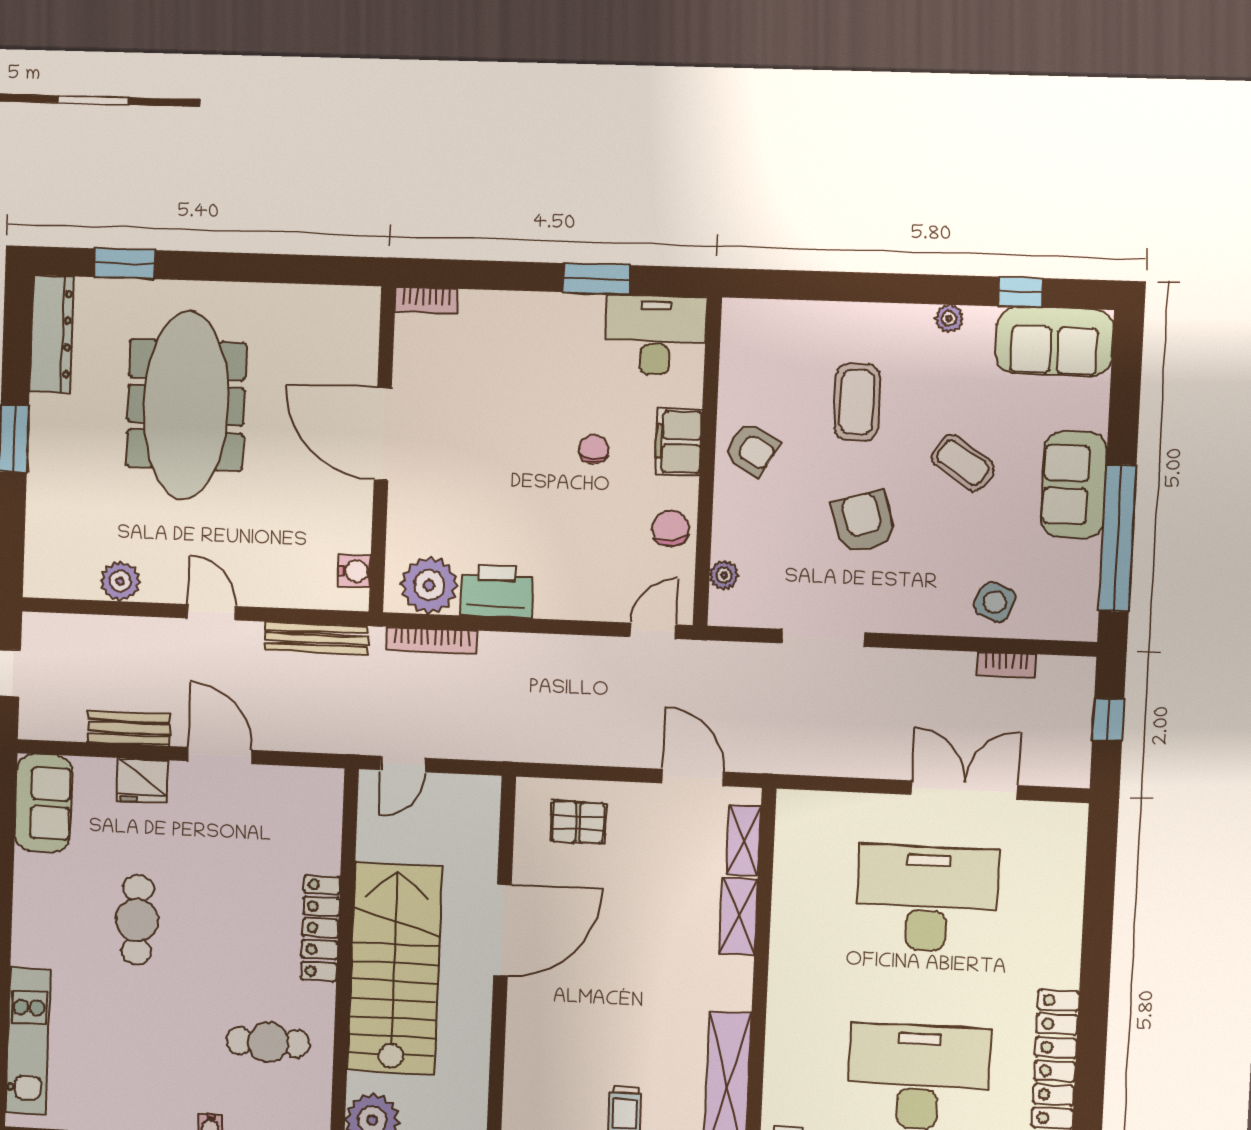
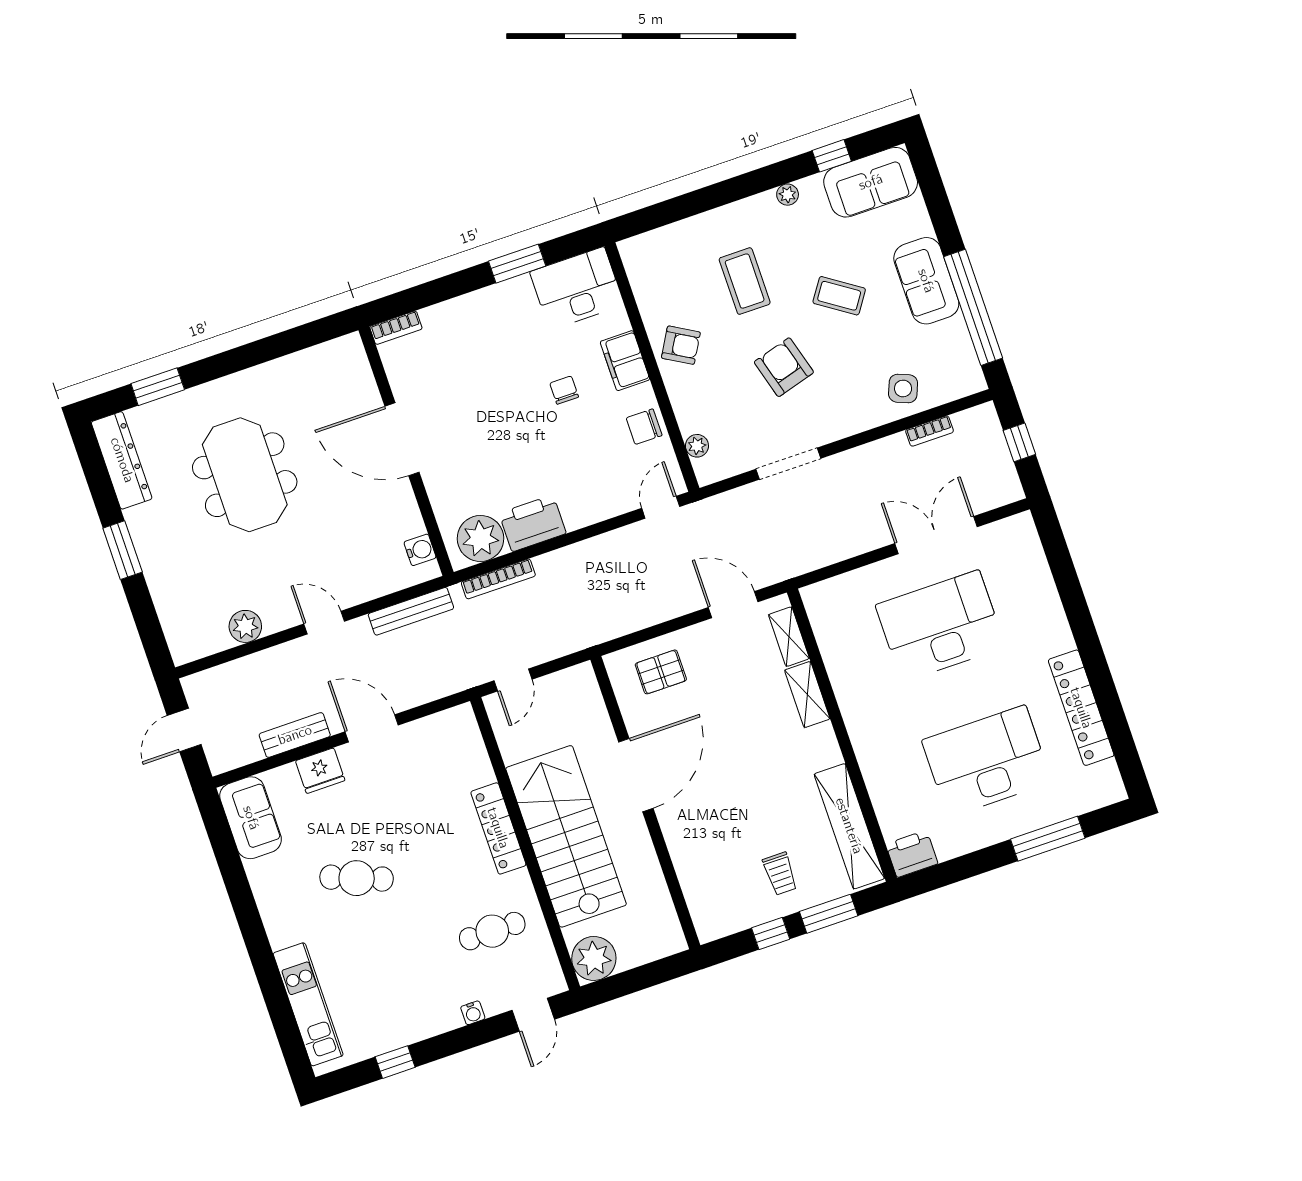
meeting table: (186, 405) -> (245, 475), width x0.73
chair: (671, 529) -> (644, 427), turned -82
cafe table: (137, 920) -> (357, 878), turned -69

